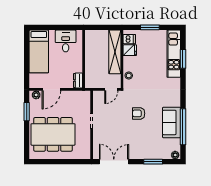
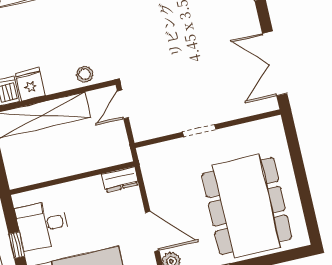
window: (59, 27) -> (17, 245), added
door: (111, 89) -> (123, 104), swing flipped
armchair: (139, 113) -> (160, 35), removed

